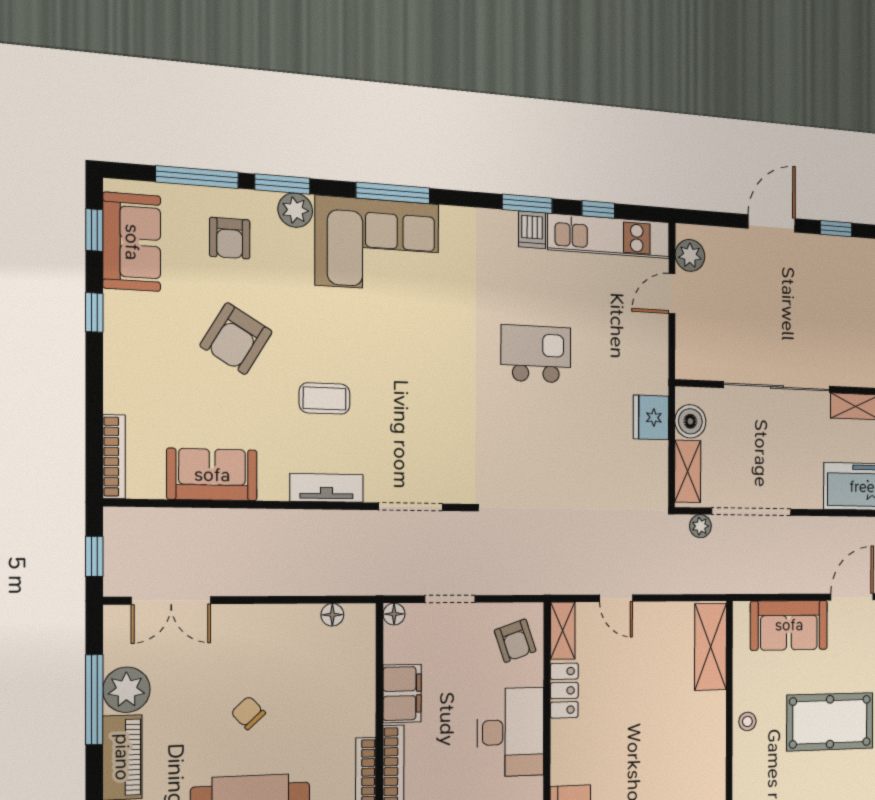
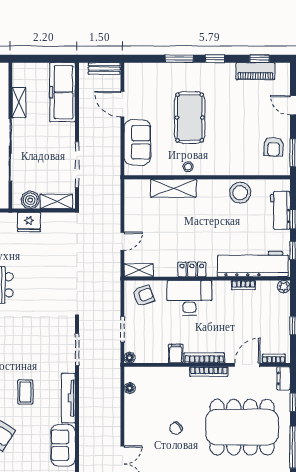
tv unit: (327, 488) -> (68, 398), width x1.41
plant: (700, 526) -> (85, 194), removed
shelving: (711, 647) -> (173, 188), moved
locker: (564, 691) -> (192, 269), moved
filing cabinet: (402, 693) -> (176, 354), width x0.50

